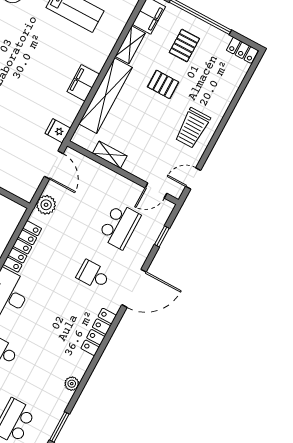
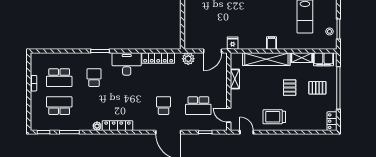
filing cabinet: (83, 83) -> (271, 43), width x0.50
locker: (99, 332) -> (117, 126), moved

